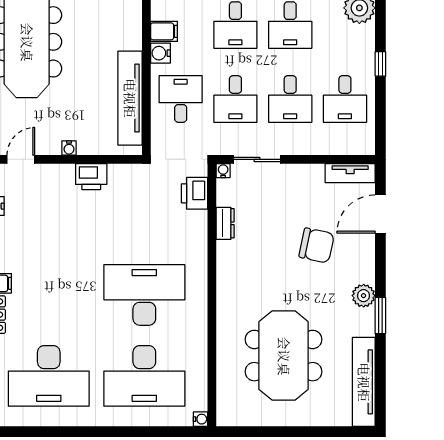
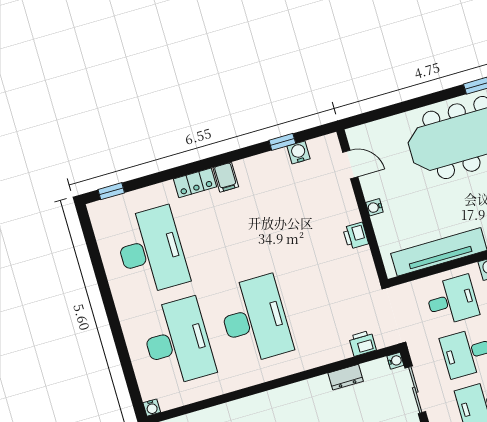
printer: (91, 177) -> (356, 236), width x0.73, depth x0.81
printer: (195, 193) -> (362, 343), width x0.73, depth x0.81
desk: (49, 376) -> (151, 251), turned 180
desk: (144, 376) -> (178, 342), turned 180

